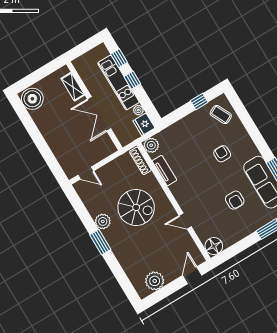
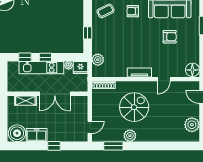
window: (199, 102) -> (88, 33), moved
freezer: (43, 121) -> (37, 135), added
plant: (151, 145) -> (98, 60), moved
window: (43, 147) -> (54, 146), added
armchair: (222, 154) -> (133, 11), moved
tv unit: (164, 171) -> (139, 72), moved
window: (100, 242) -> (113, 146), moved

